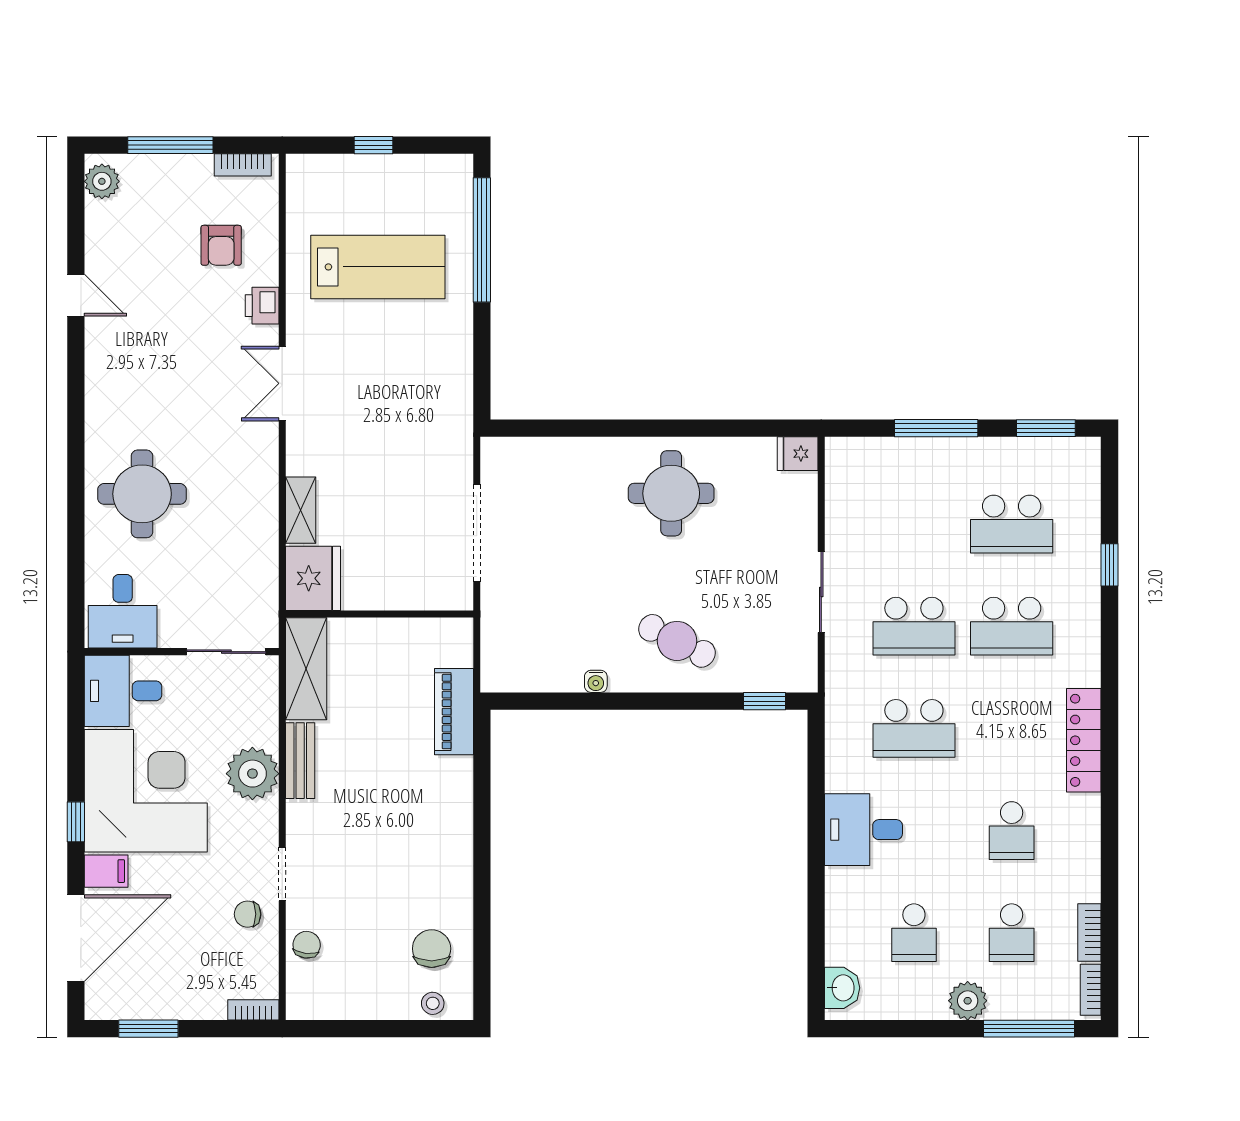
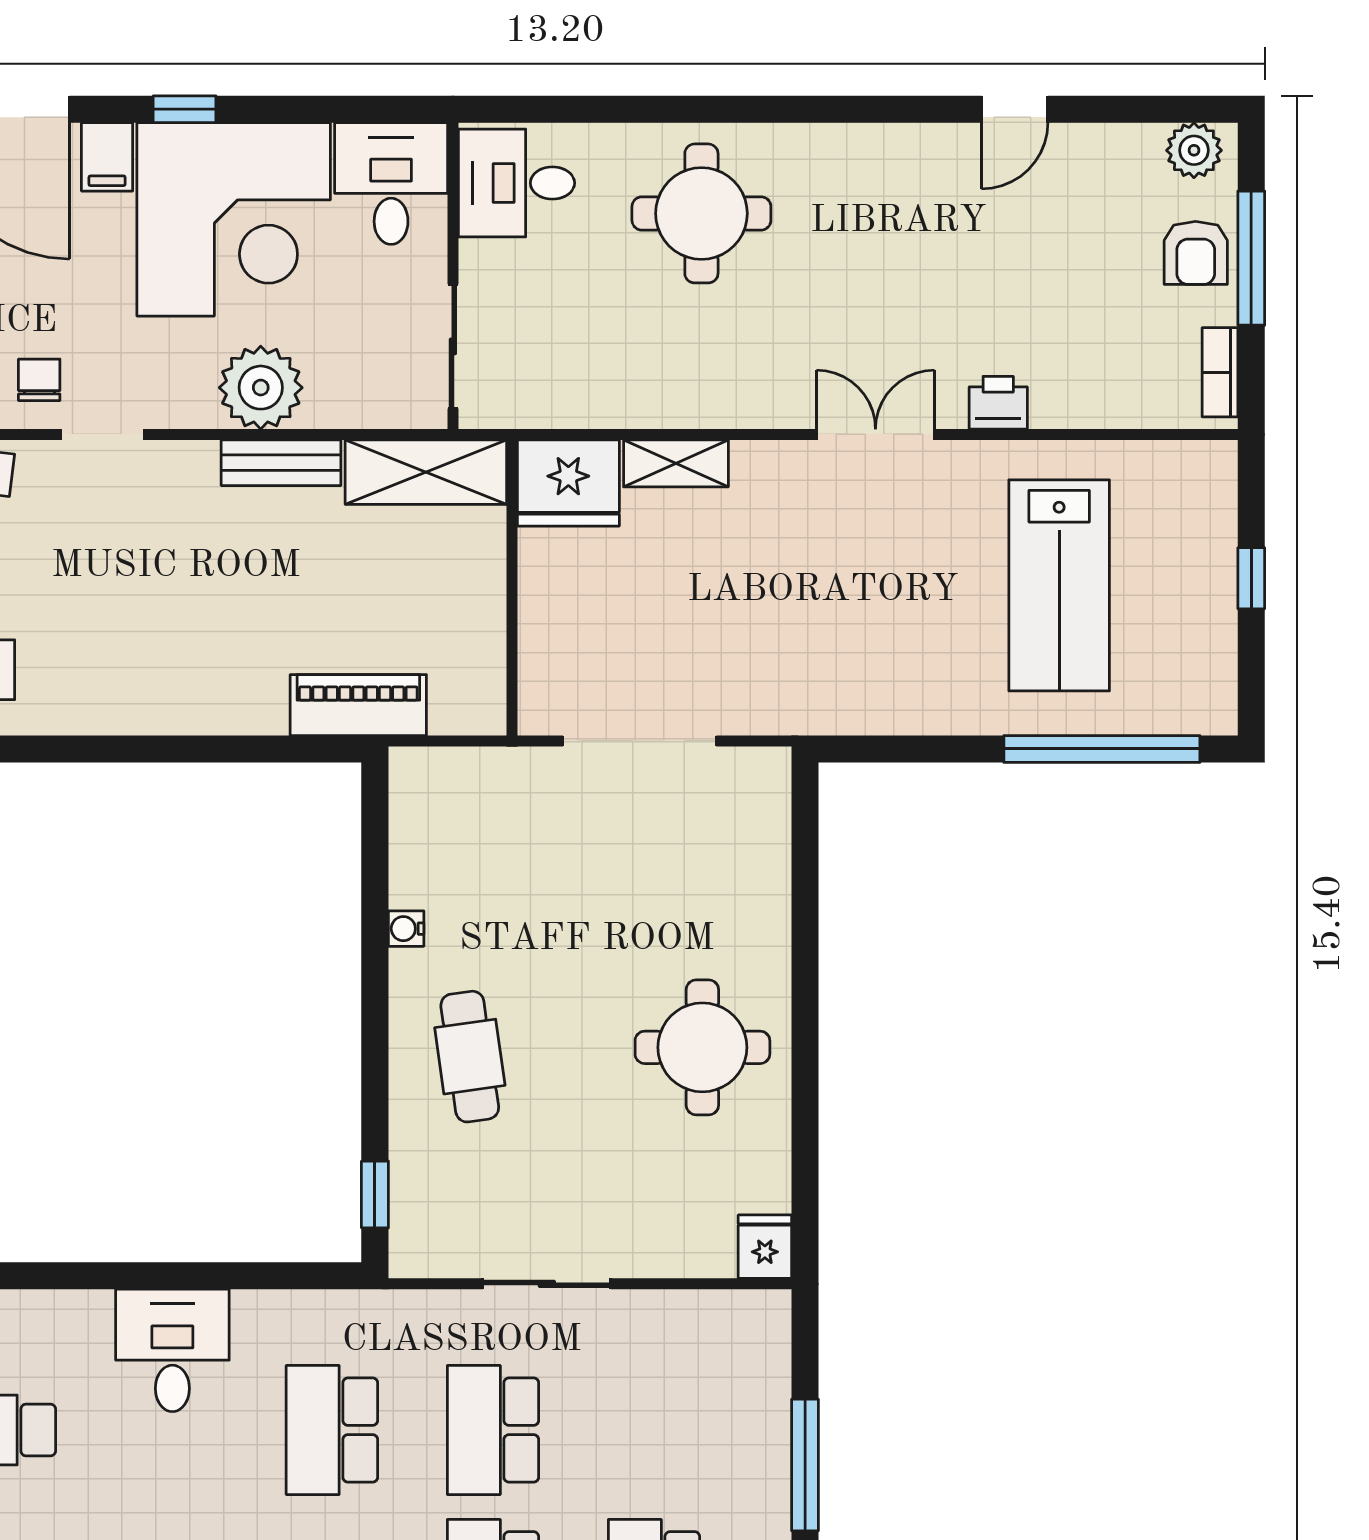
armchair: (221, 245) -> (1196, 253), moved, turned -90
cafe table: (677, 641) -> (470, 1057), turned -35

